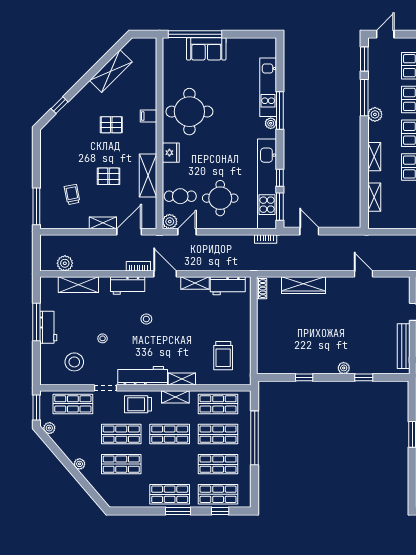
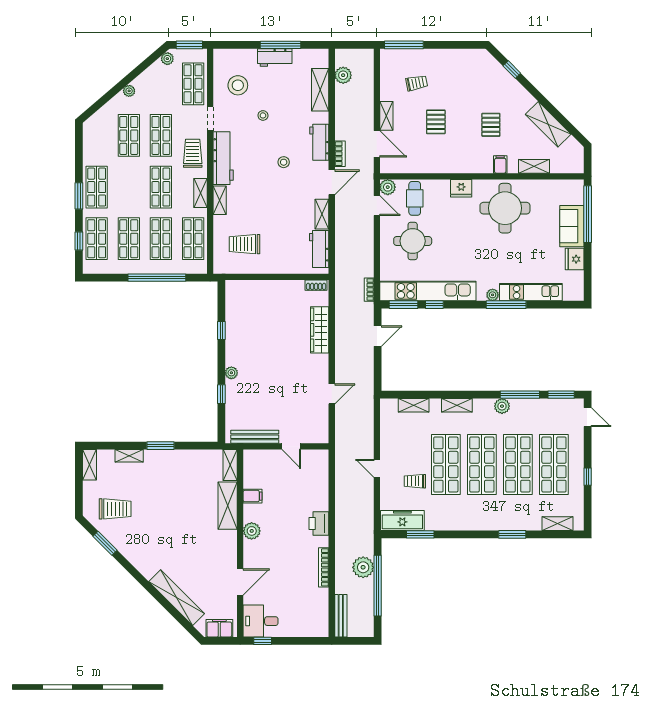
fridge: (237, 46) -> (575, 259), added
shelving: (148, 175) -> (534, 166), moved, width x0.67, depth x0.75

